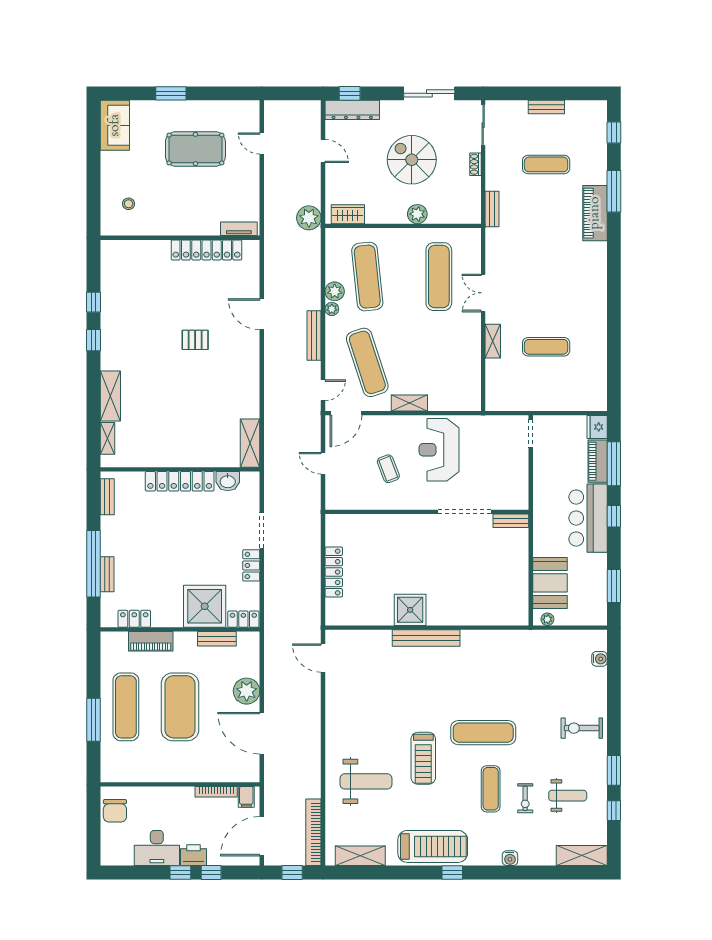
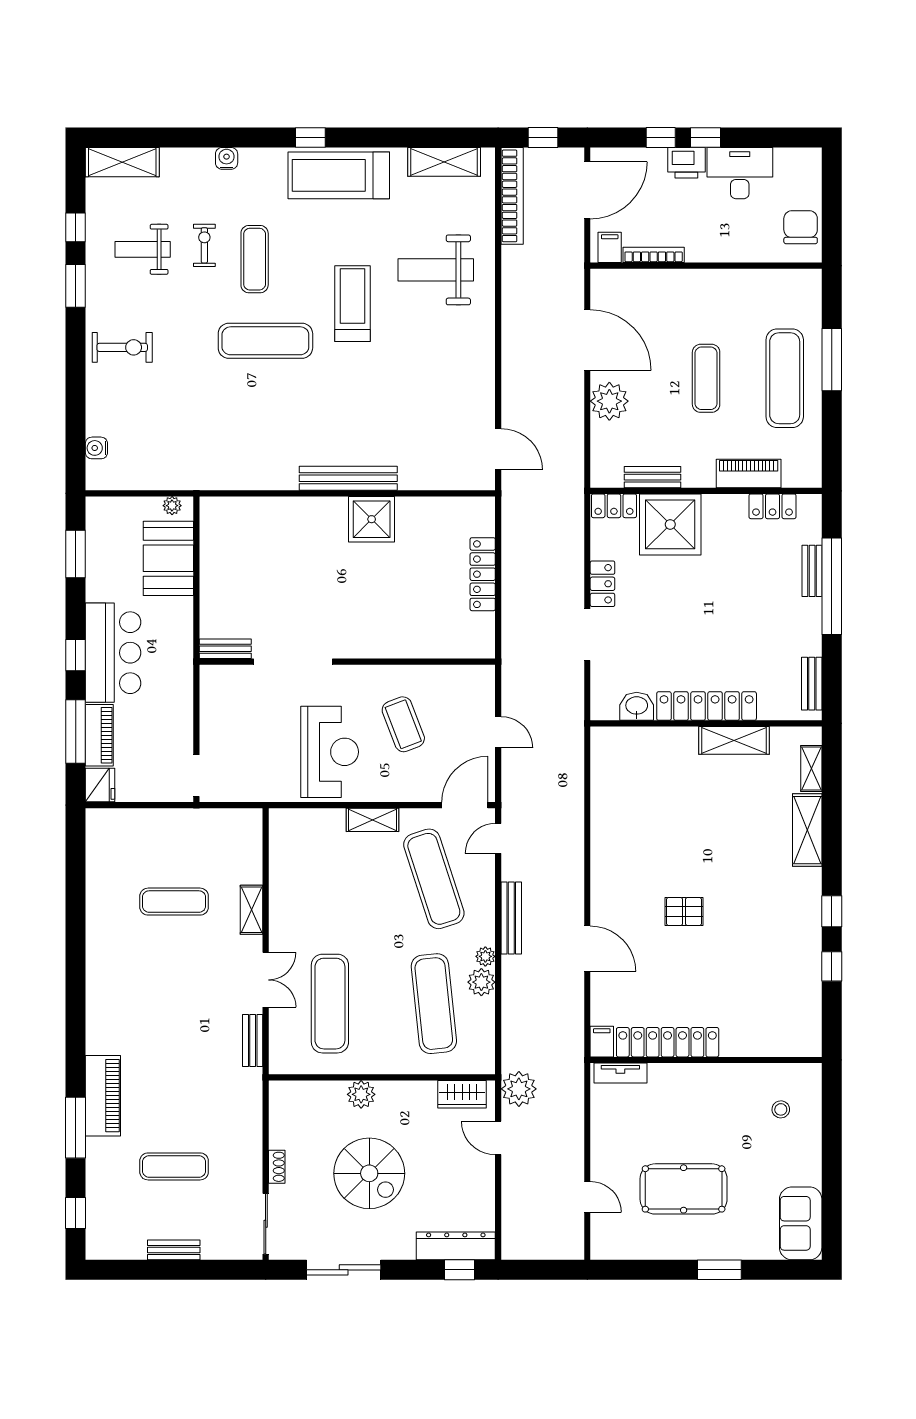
door: (323, 151) -> (498, 1138), moved
bench: (492, 209) -> (253, 1040), moved
filing cabinet: (252, 250) -> (602, 1042), added
shelving: (250, 443) -> (734, 740), moved, turned 90
coffee table: (388, 469) -> (403, 724), width x1.36, depth x1.30
exercise mat: (180, 707) -> (706, 378), width x0.50, depth x0.69

